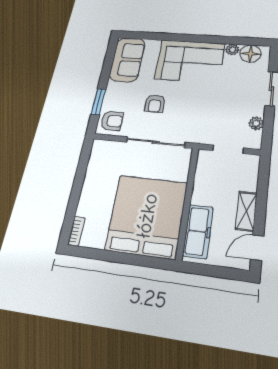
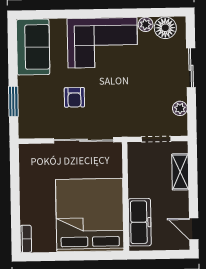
armchair: (112, 121) -> (33, 122), removed
shelving: (246, 211) -> (180, 172), moved
door: (257, 248) -> (194, 229), hinge flipped

